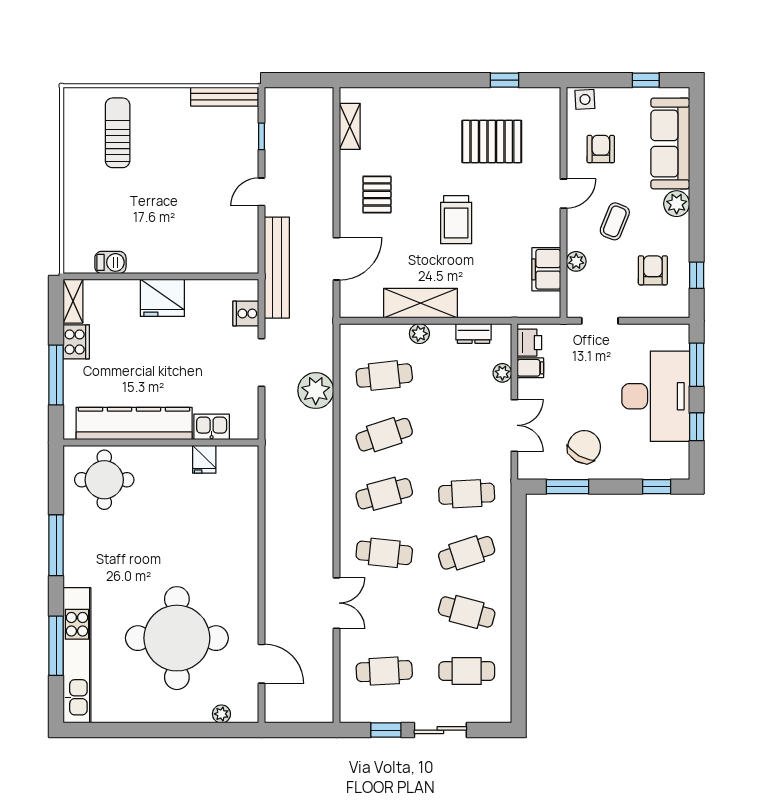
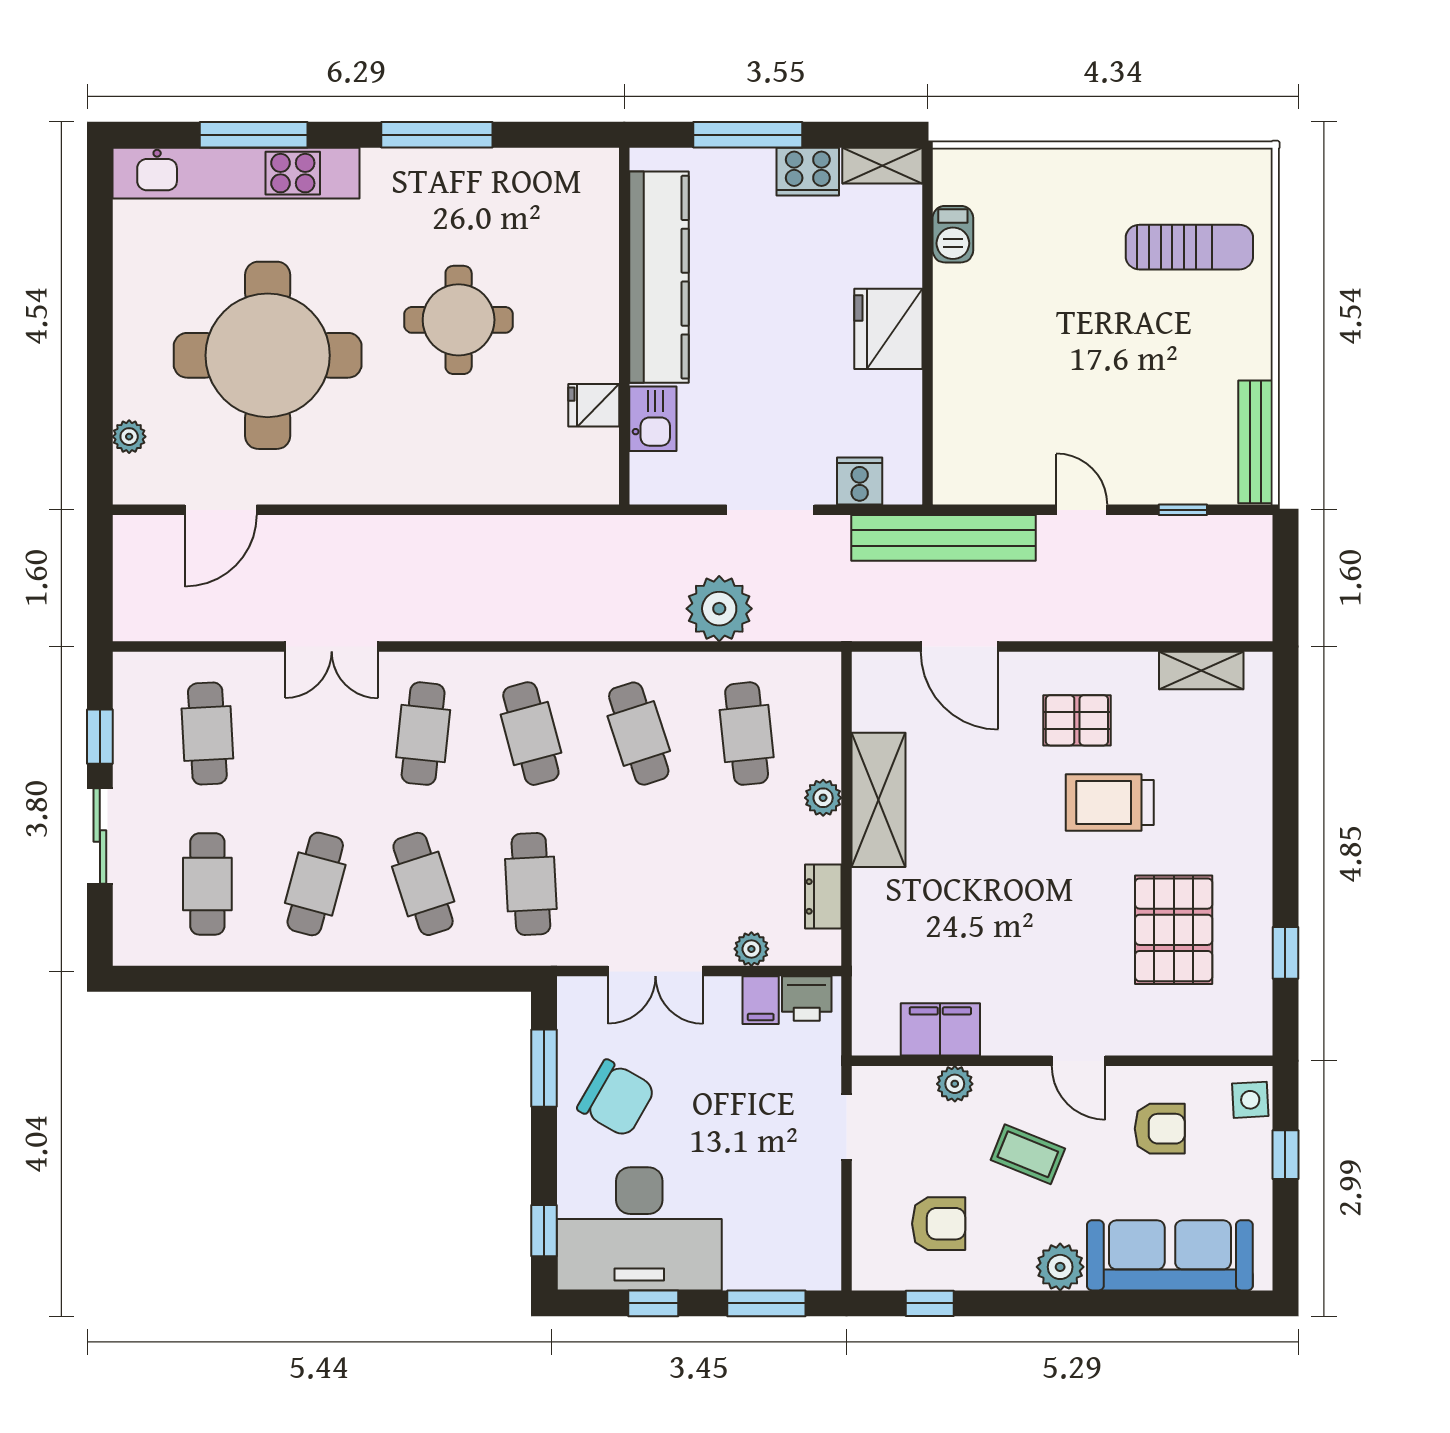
window: (646, 80) -> (1285, 1155), moved
trolley: (456, 220) -> (1110, 803), moved
desk: (656, 396) -> (639, 1229), moved
round table: (104, 480) -> (459, 320), moved

